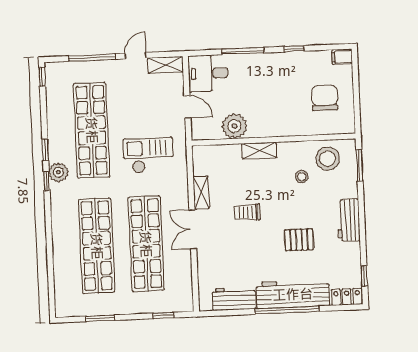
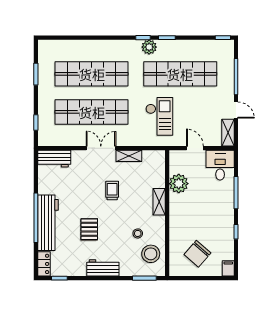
chair: (325, 98) -> (197, 254), turned 131
door: (187, 107) -> (195, 148), swing flipped
workbench: (234, 299) -> (54, 159), moved, turned 90

